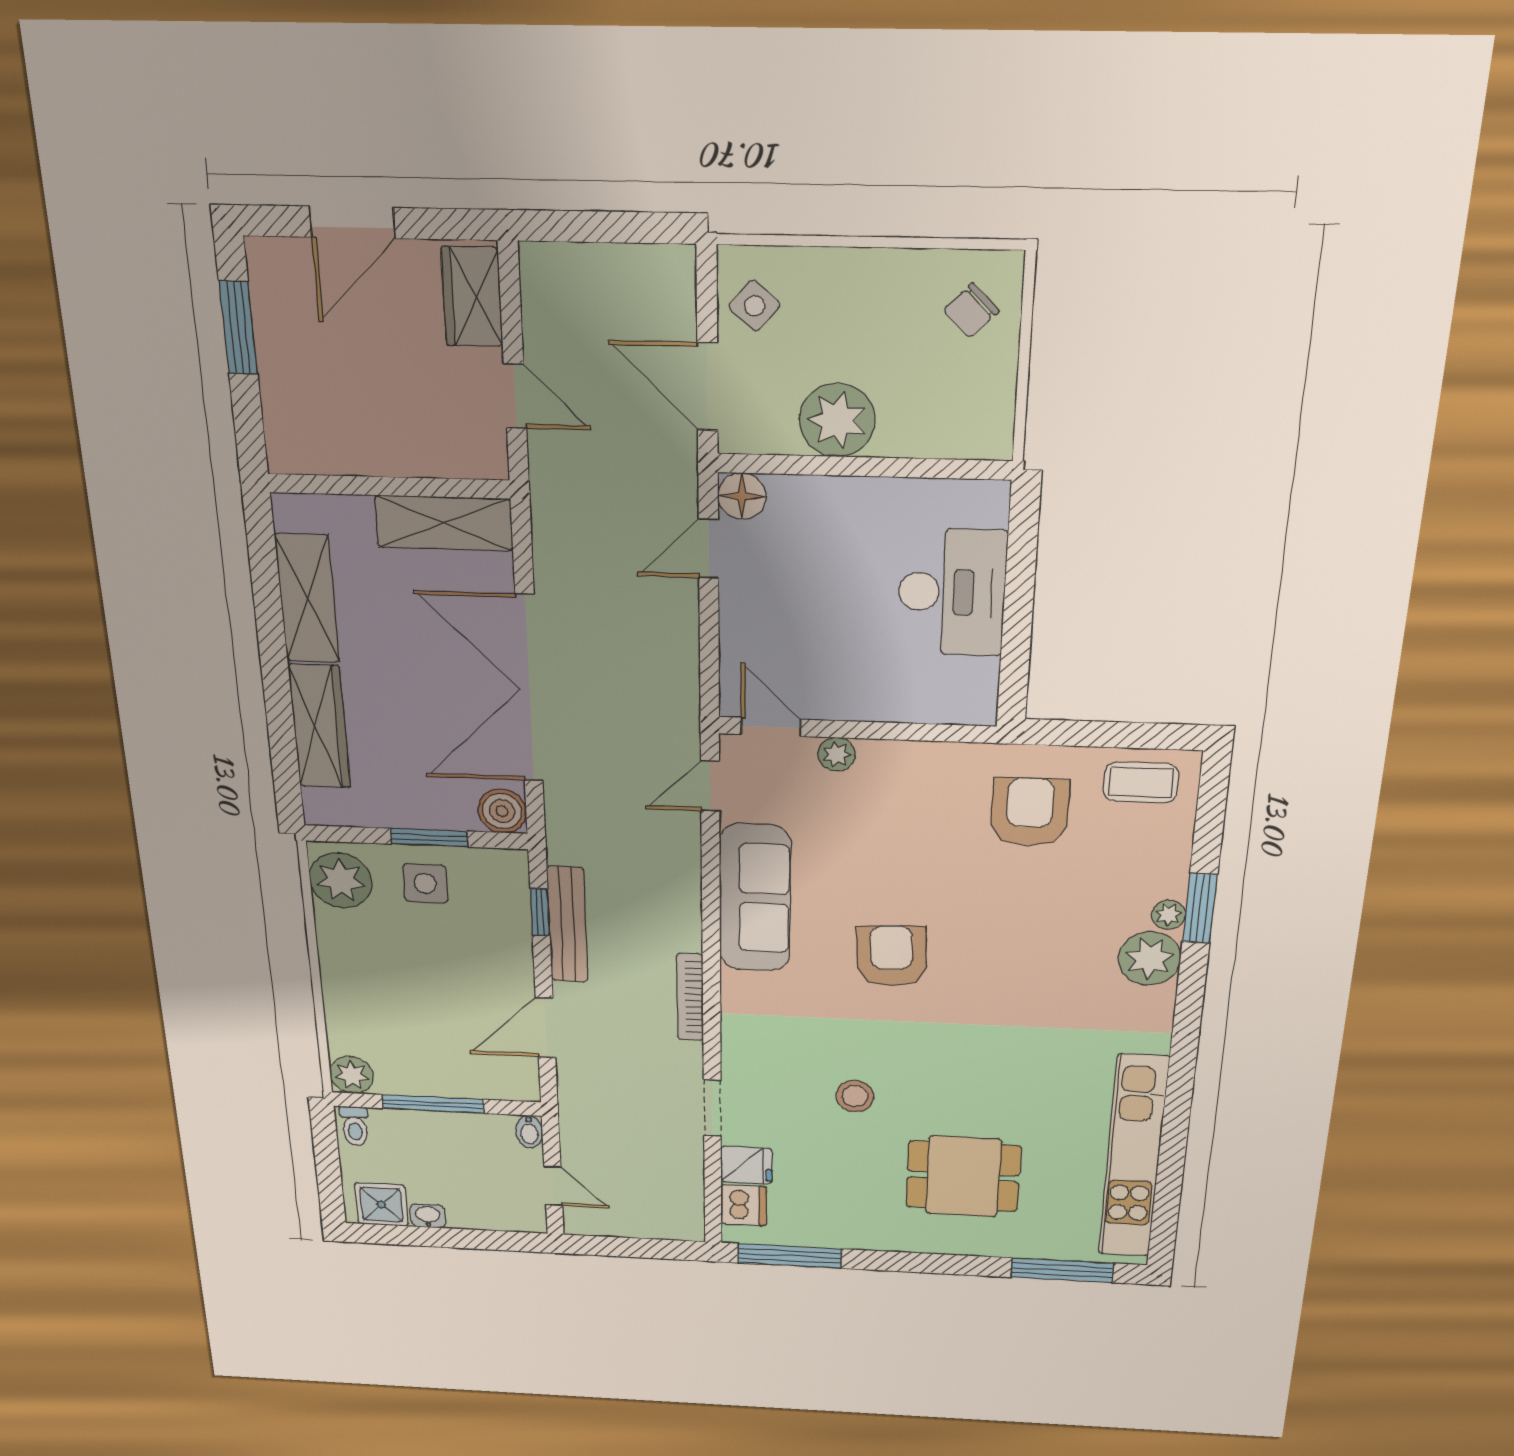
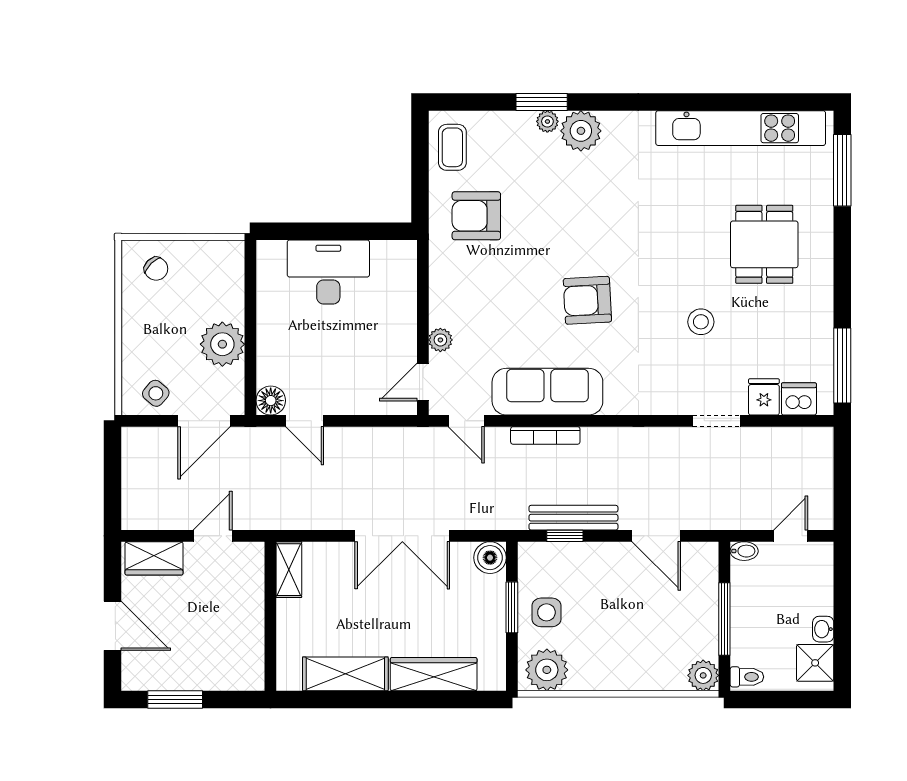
shelving: (444, 523) -> (289, 570), width x0.67, depth x0.75
double door: (529, 689) -> (402, 536), width x0.73
bookcase: (690, 997) -> (545, 435), moved

